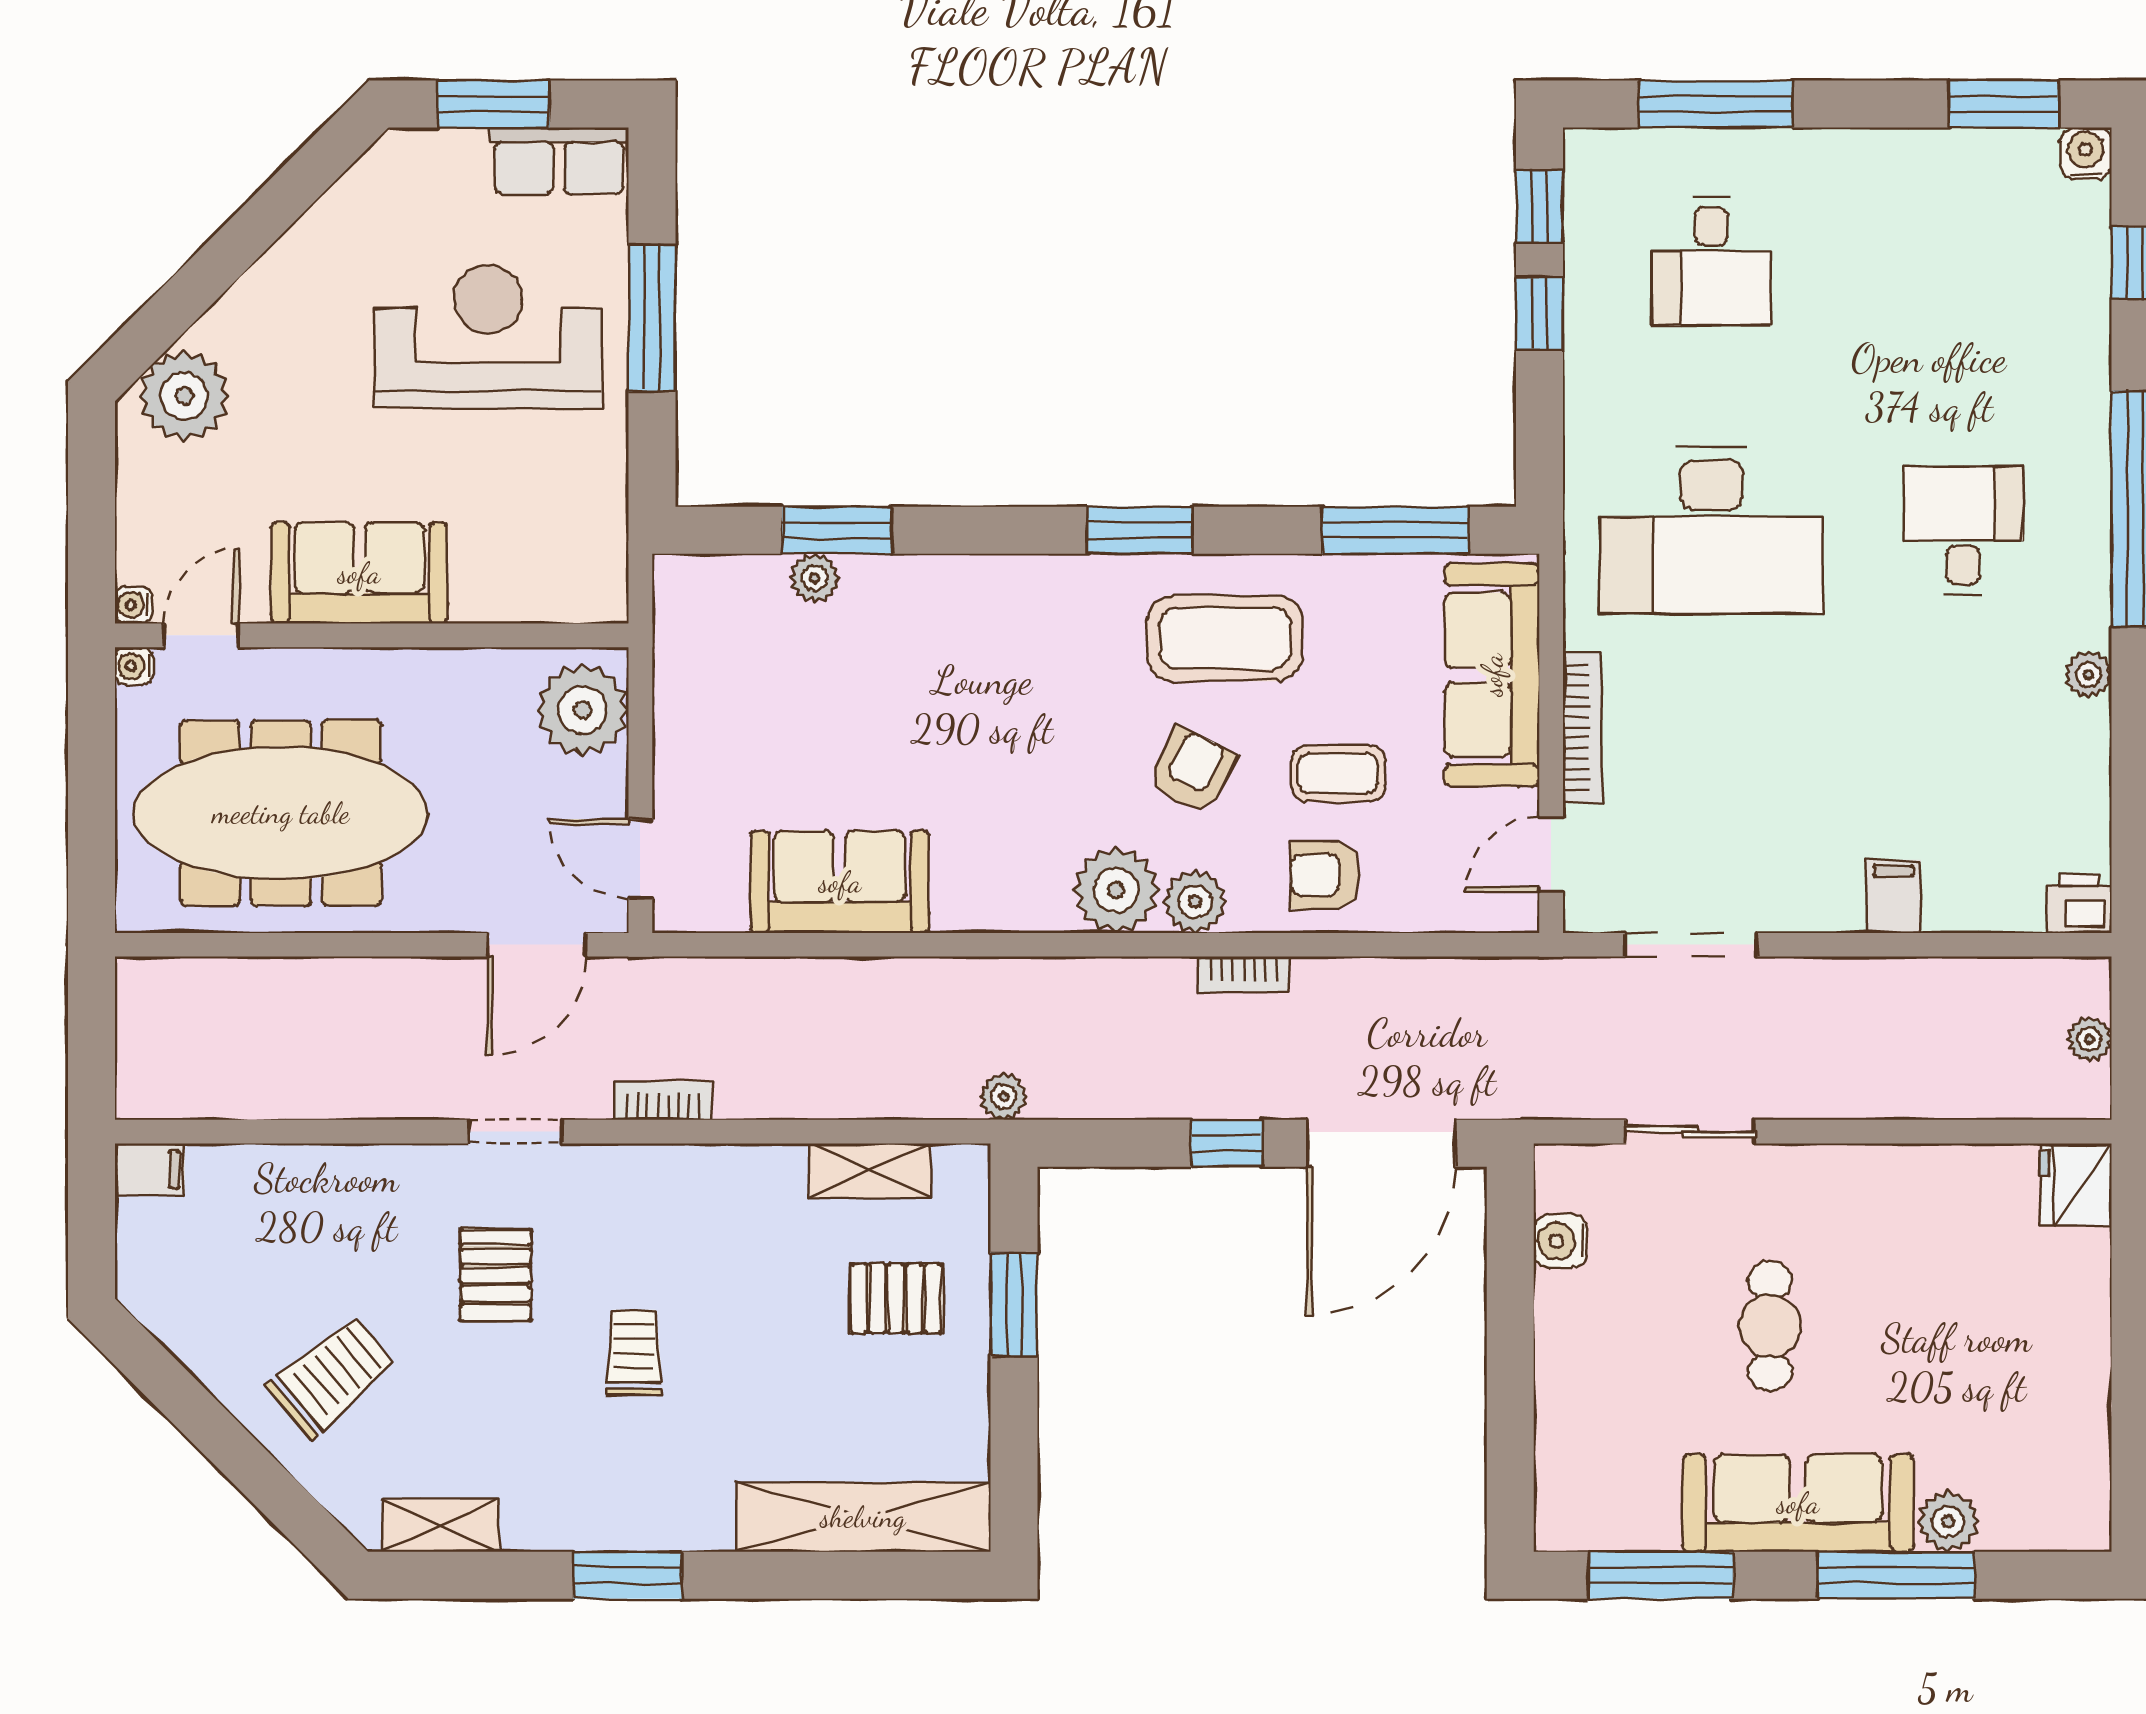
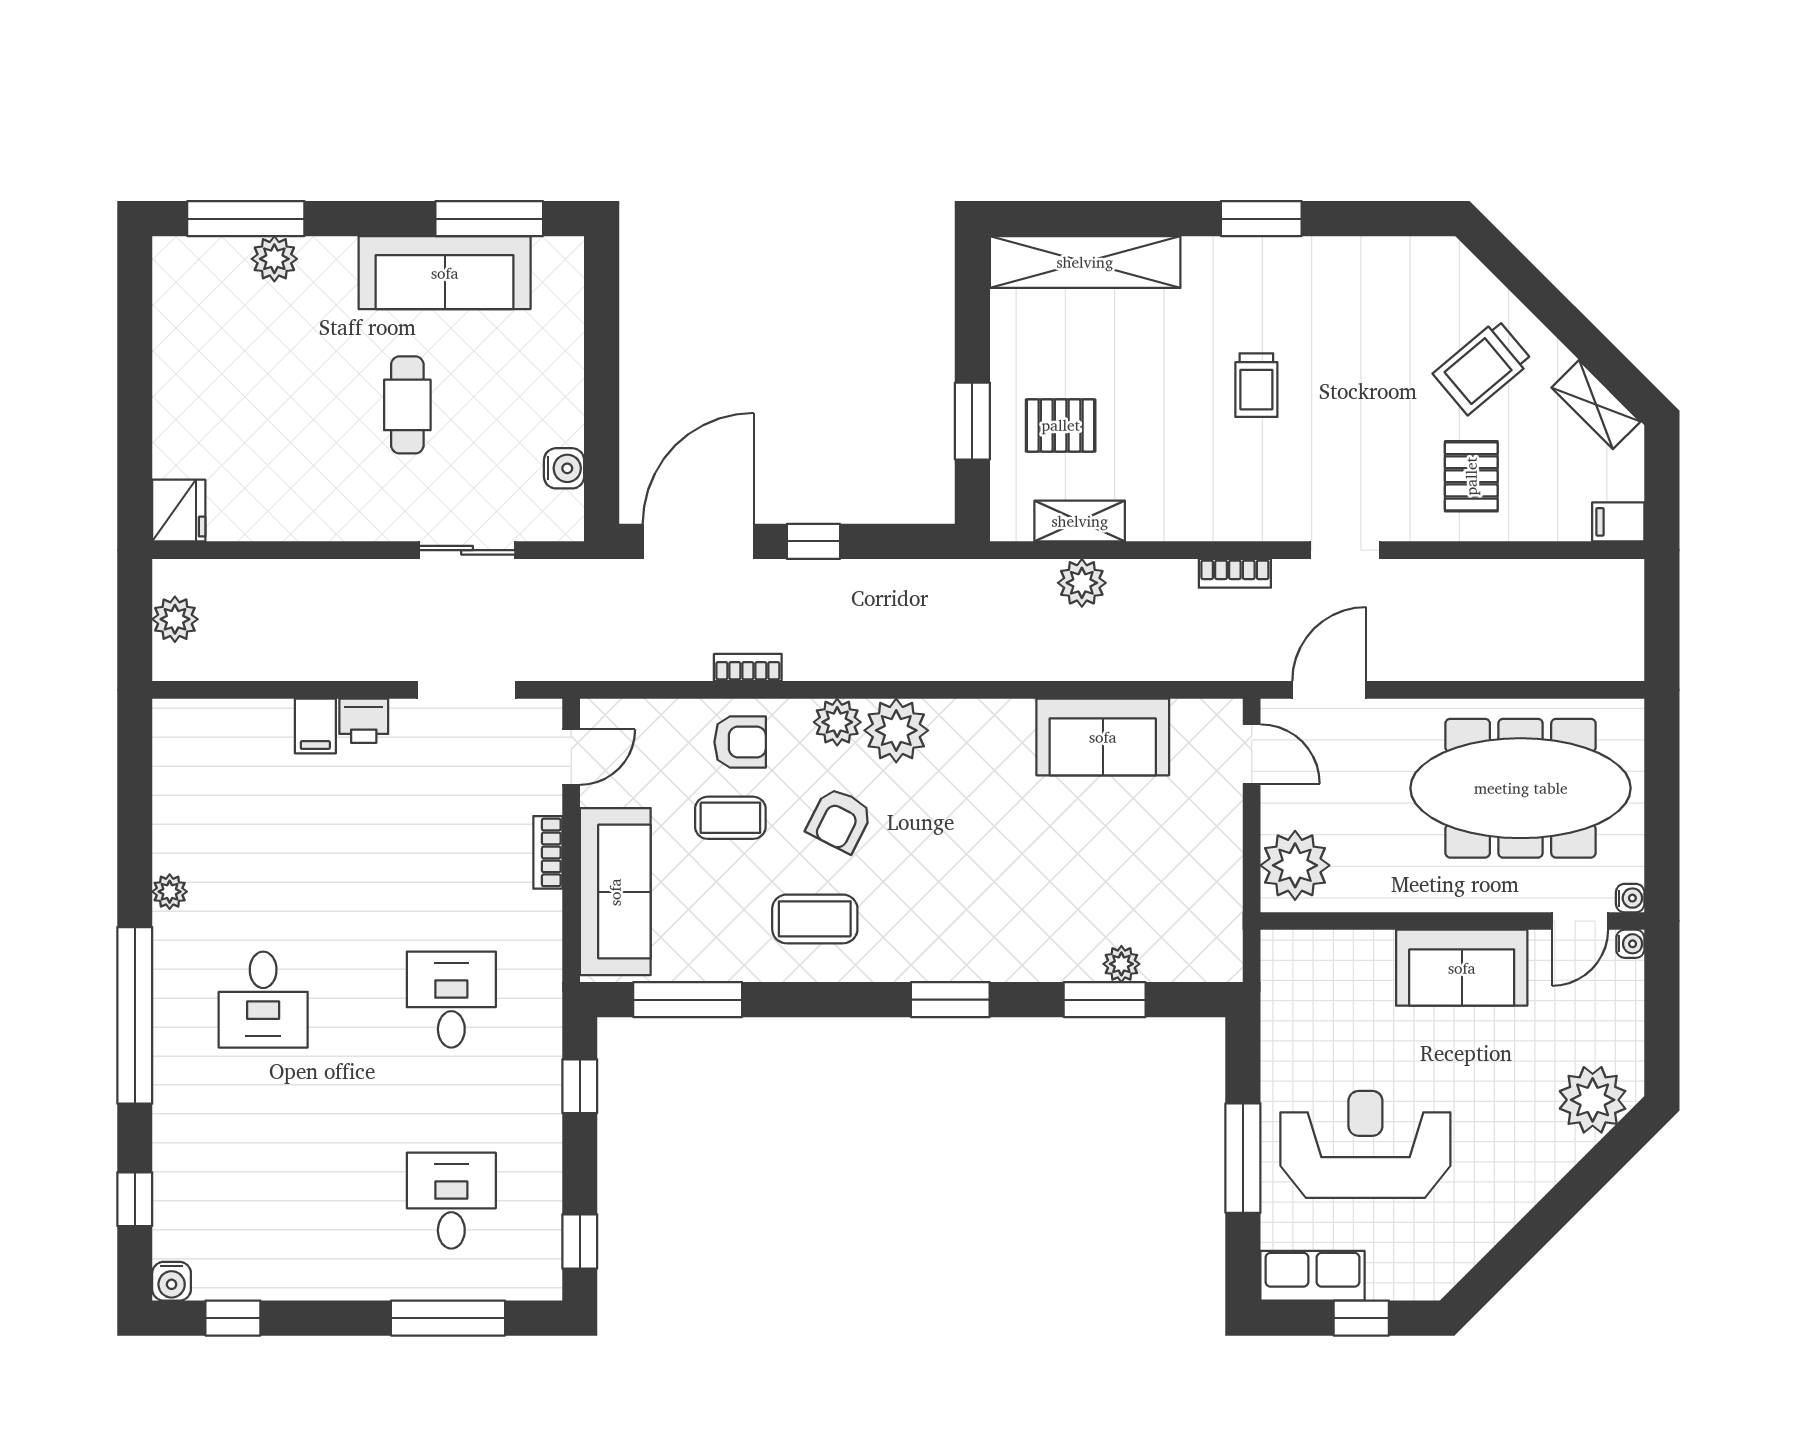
window: (494, 104) -> (1361, 1318), width x0.67
window: (2004, 104) -> (233, 1318), width x0.67
window: (1539, 314) -> (580, 1086), moved
reception desk: (488, 336) -> (1365, 1144), turned 180
window: (1140, 530) -> (950, 1000), moved
desk: (1711, 530) -> (451, 1000), width x0.53, depth x0.77
coffee table: (1225, 638) -> (815, 919), width x0.73, depth x0.76
bookcase: (1582, 727) -> (548, 852), width x0.64
printer: (2079, 903) -> (364, 721), moved
bookcase: (1244, 975) -> (748, 668), moved
plant: (2089, 1039) -> (175, 619), width x1.38, depth x1.38
plant: (1004, 1097) -> (1082, 583), moved, width x1.38, depth x1.38
pallet: (495, 1275) -> (1471, 476), moved
sofa: (1798, 1503) -> (445, 273), moved
shelving: (441, 1526) -> (1596, 405), moved, turned 45
window: (1896, 1575) -> (246, 219), moved

